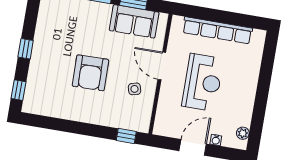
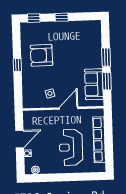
armchair: (90, 73) -> (41, 55), moved
reception desk: (203, 82) -> (71, 147), moved, turned 90
window: (126, 136) -> (17, 65), moved
door: (193, 147) -> (20, 139), hinge flipped

